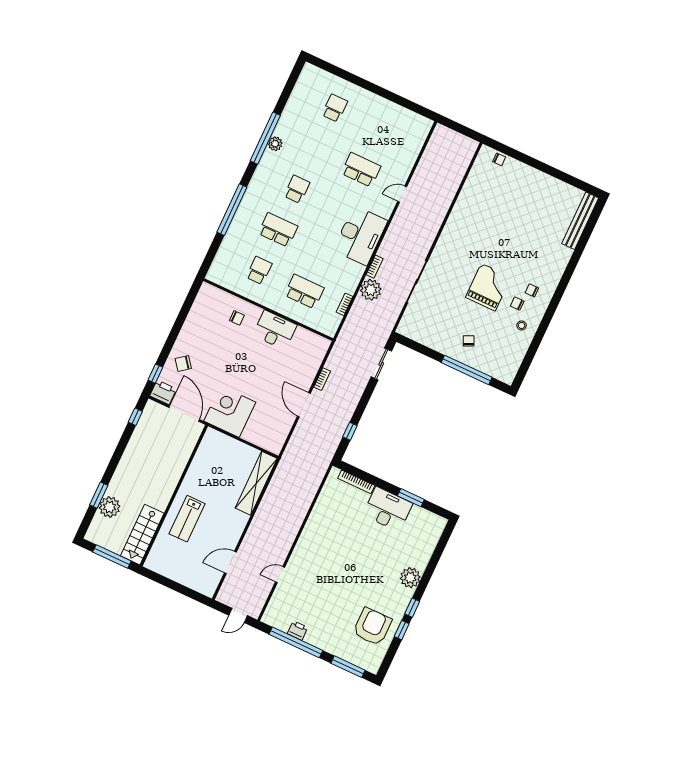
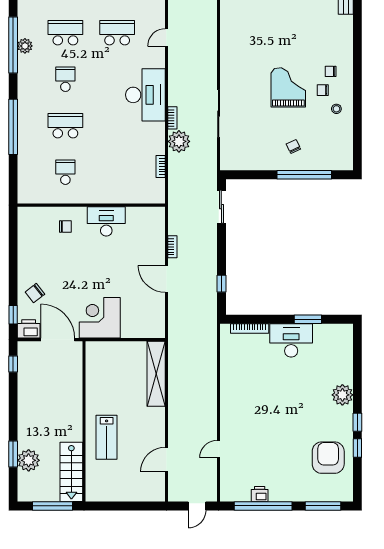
school desk: (304, 292) -> (65, 33), moved

